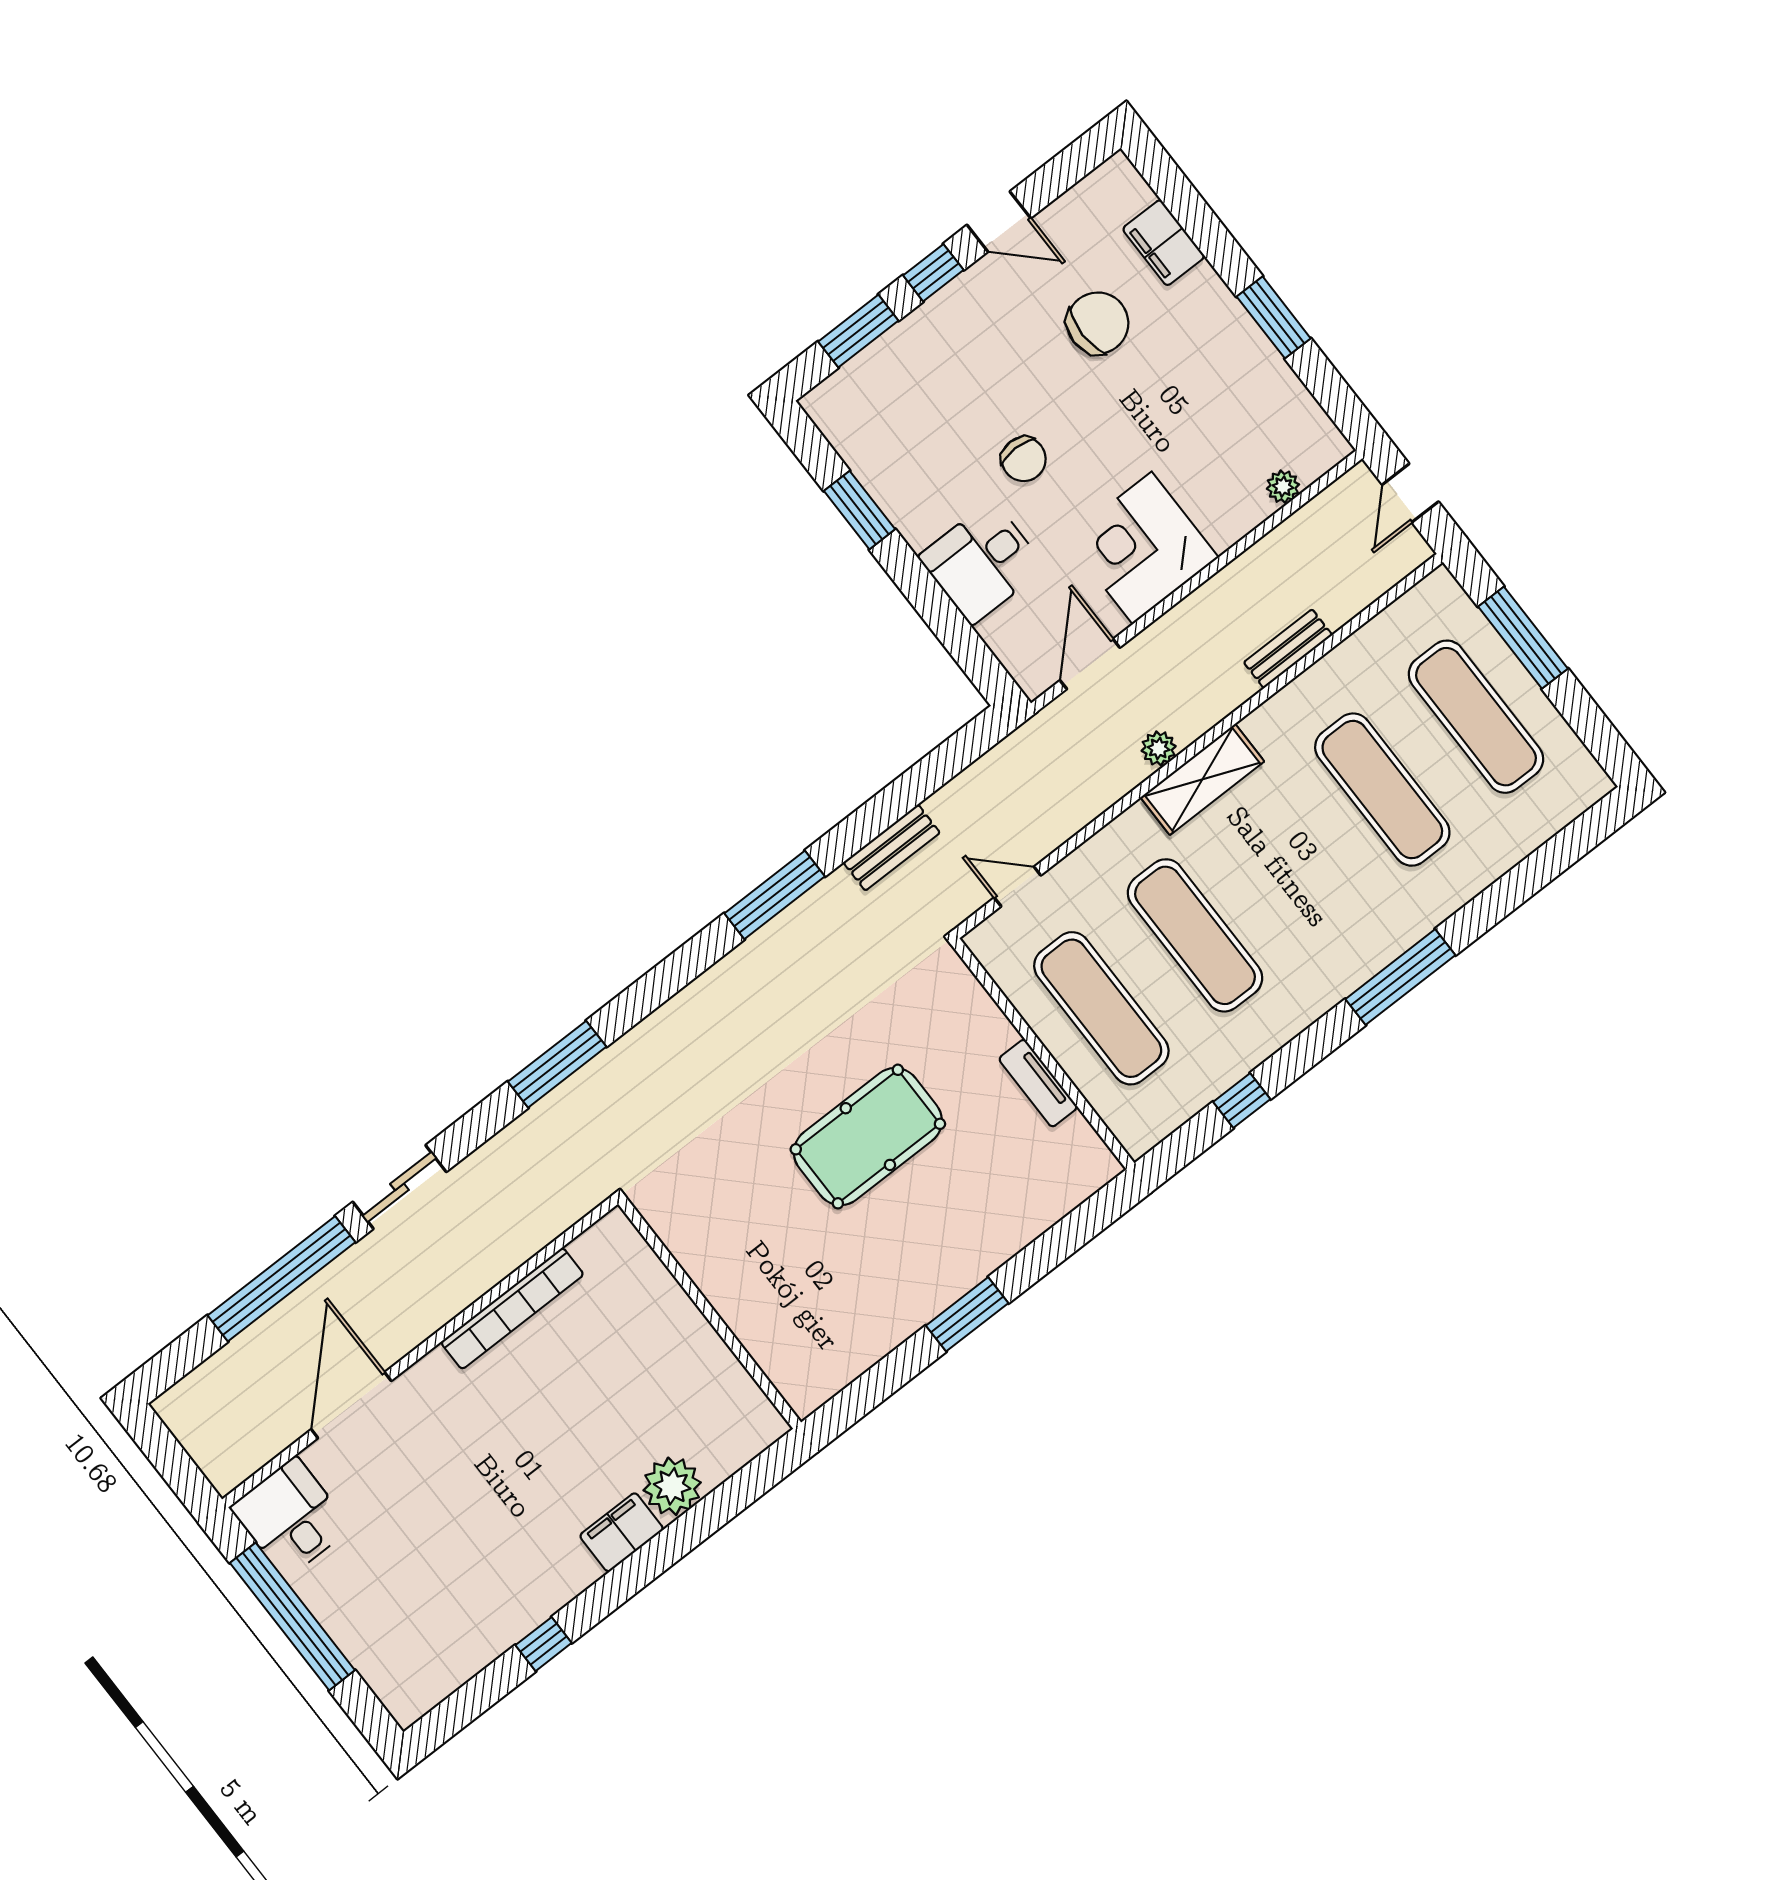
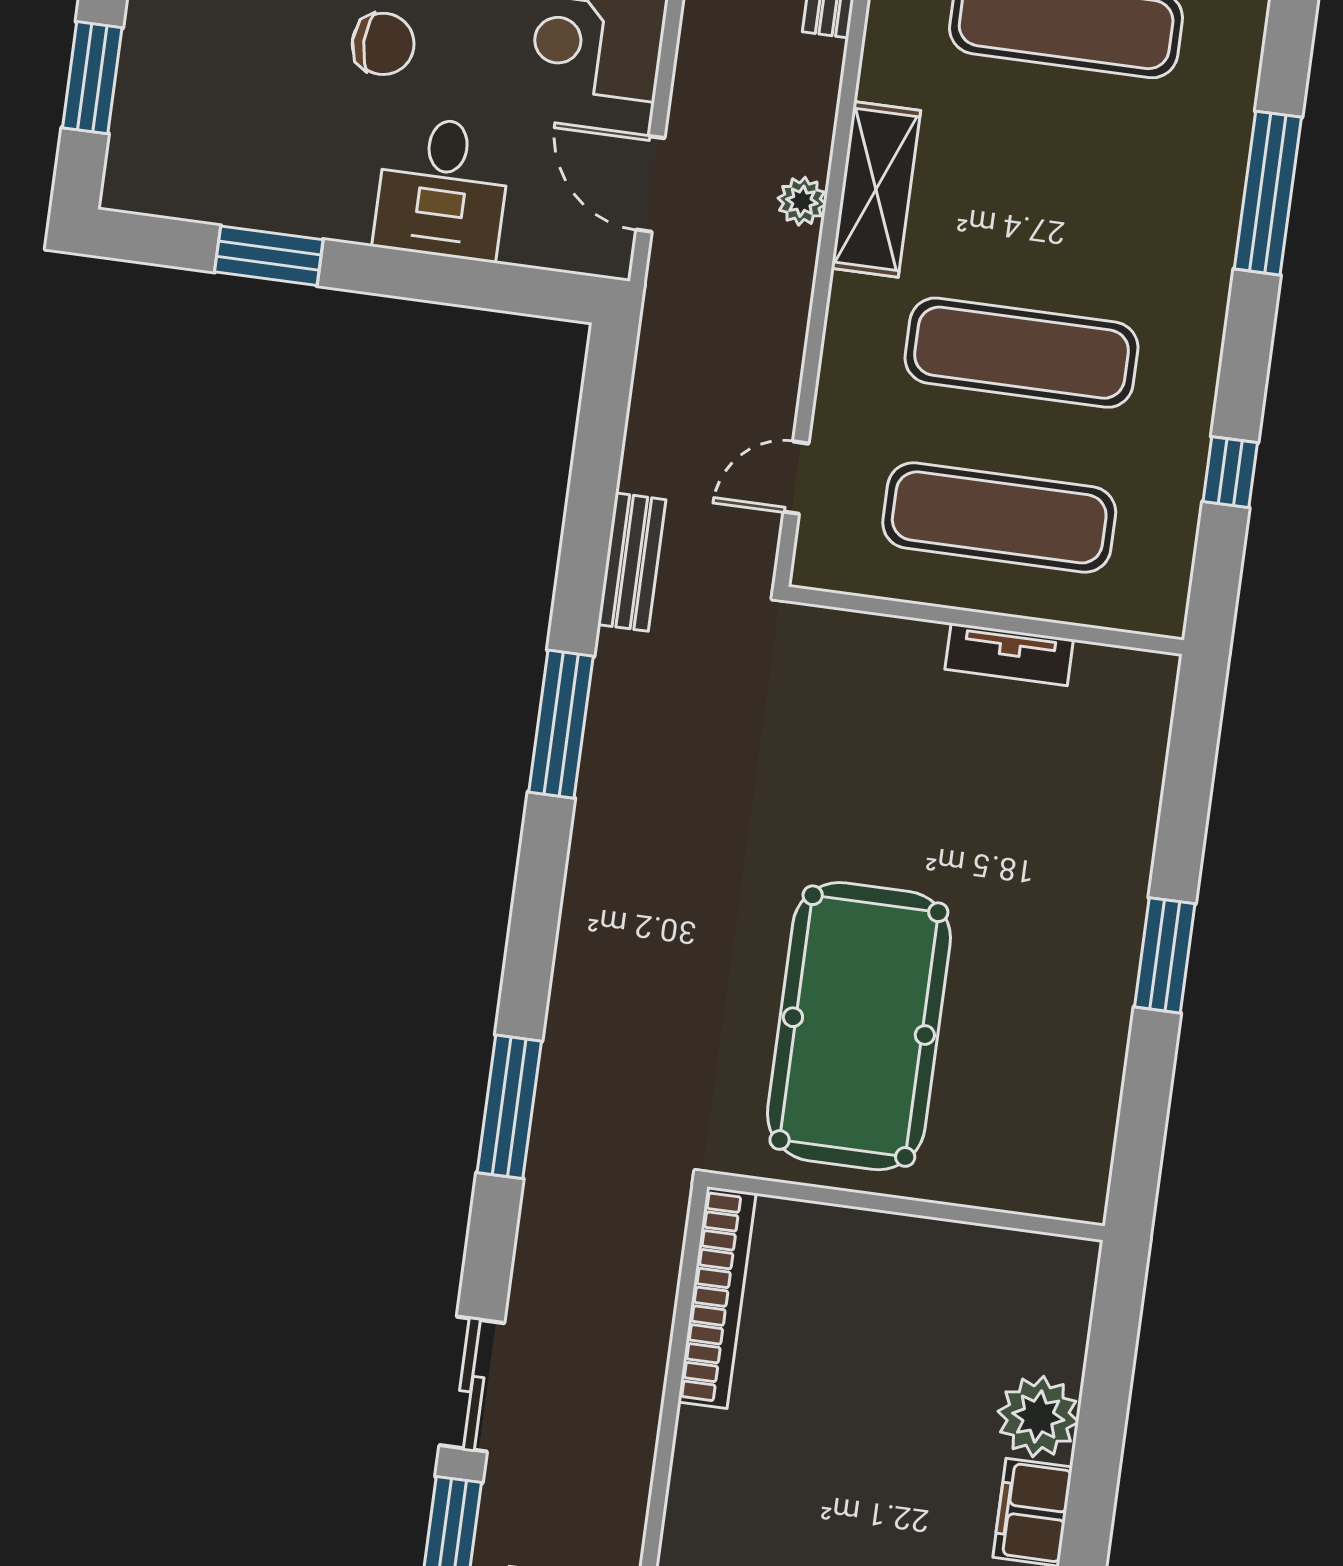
pool table: (868, 1137) -> (859, 1026), moved, width x1.36, depth x1.32
bookcase: (512, 1308) -> (717, 1298), moved

